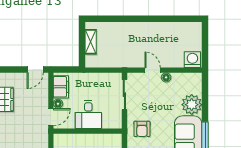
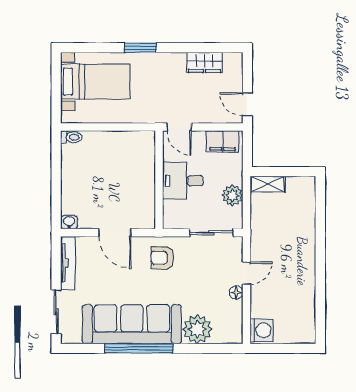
shelving: (91, 42) -> (268, 184), moved
plant: (99, 80) -> (232, 195), added
floor lamp: (58, 104) -> (198, 137), removed

